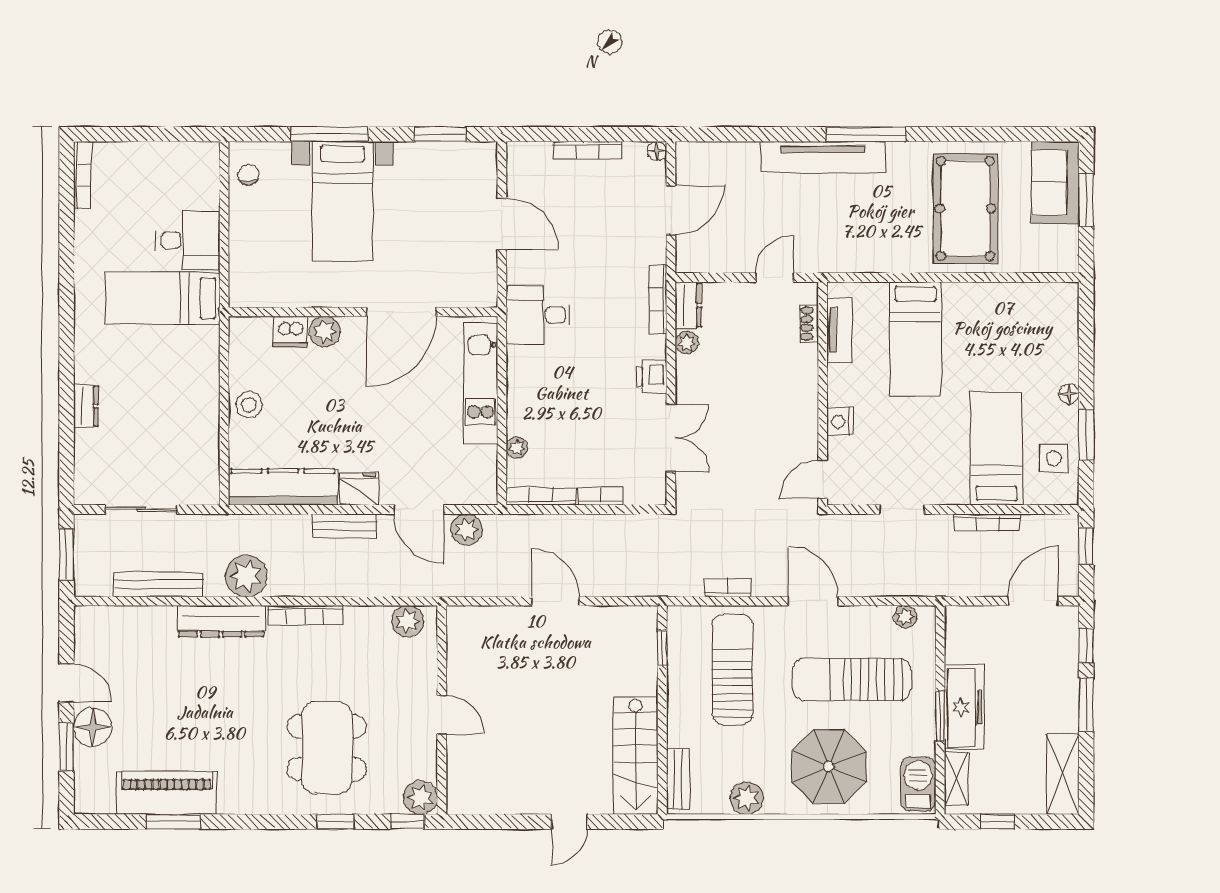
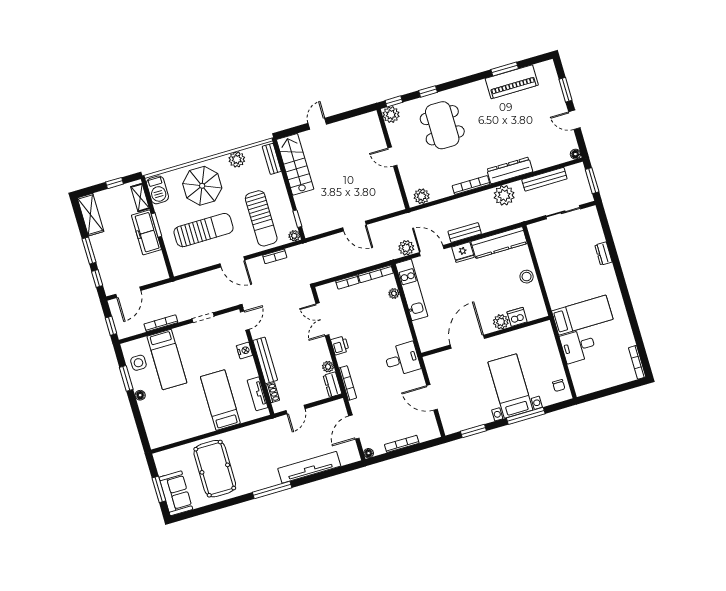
tv unit: (823, 157) -> (309, 467), moved
kitchen unit: (480, 384) -> (411, 290), moved
bench: (805, 391) -> (265, 360), added
plant: (905, 617) -> (294, 236), moved
floor lamp: (93, 727) -> (575, 154), moved, width x0.53, depth x0.53

